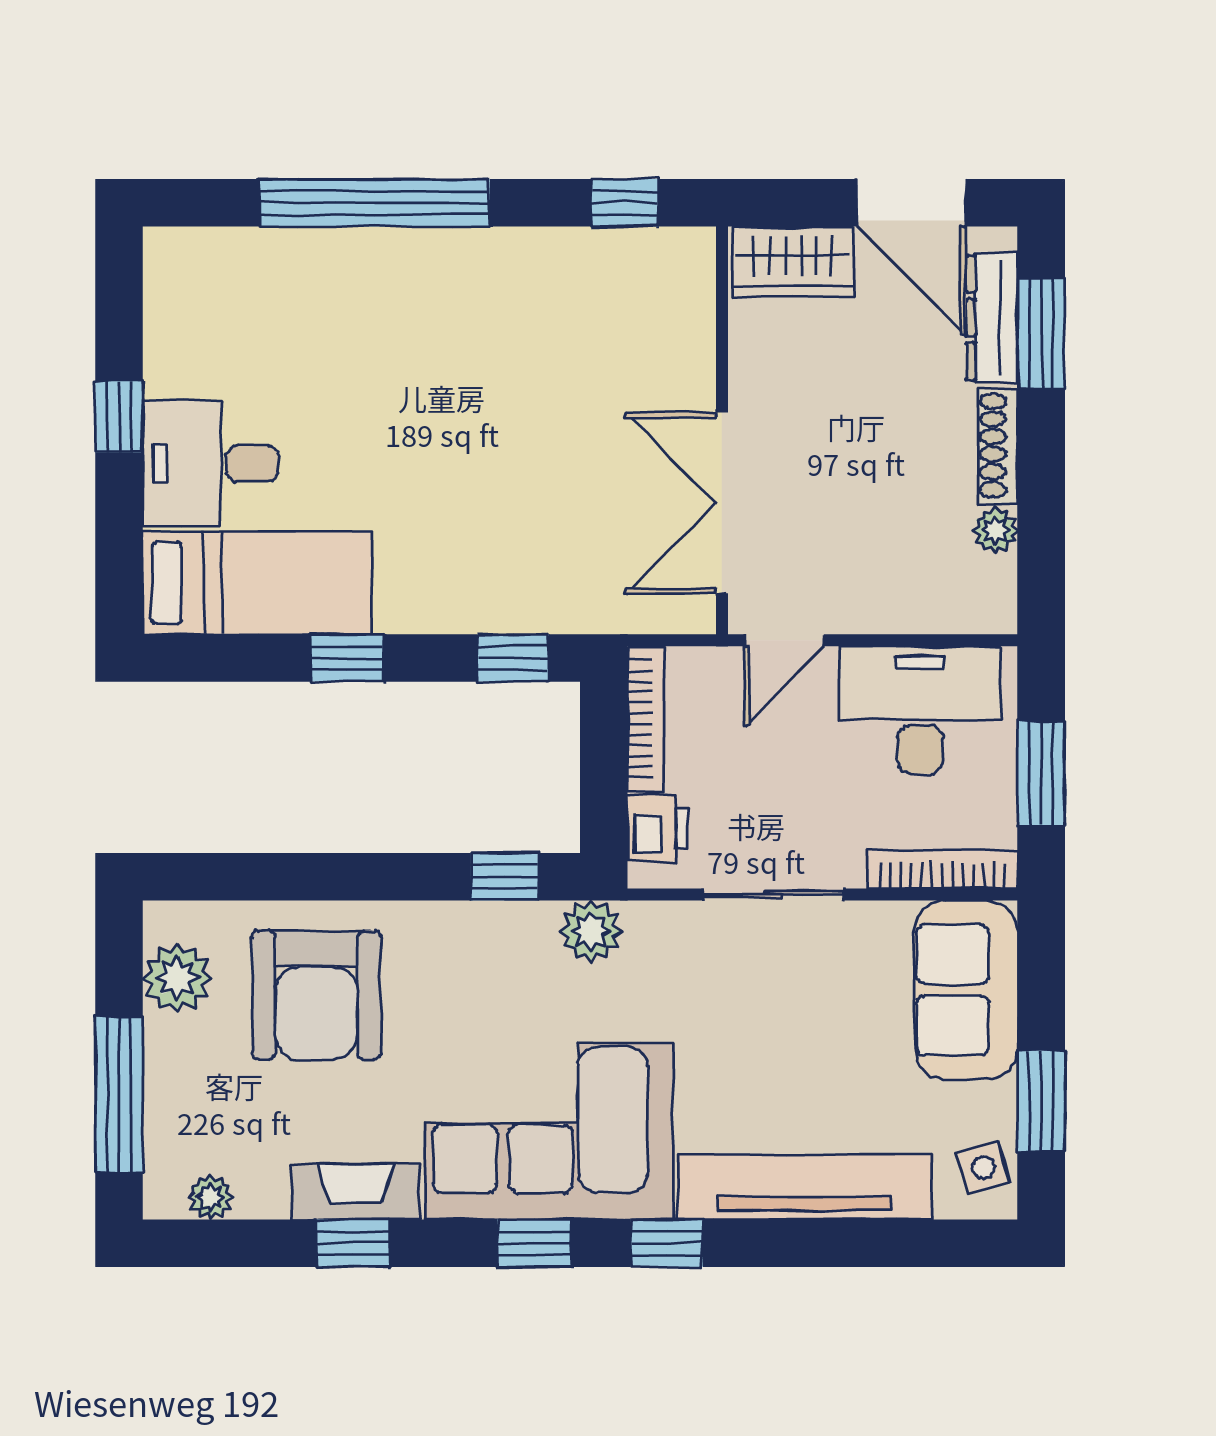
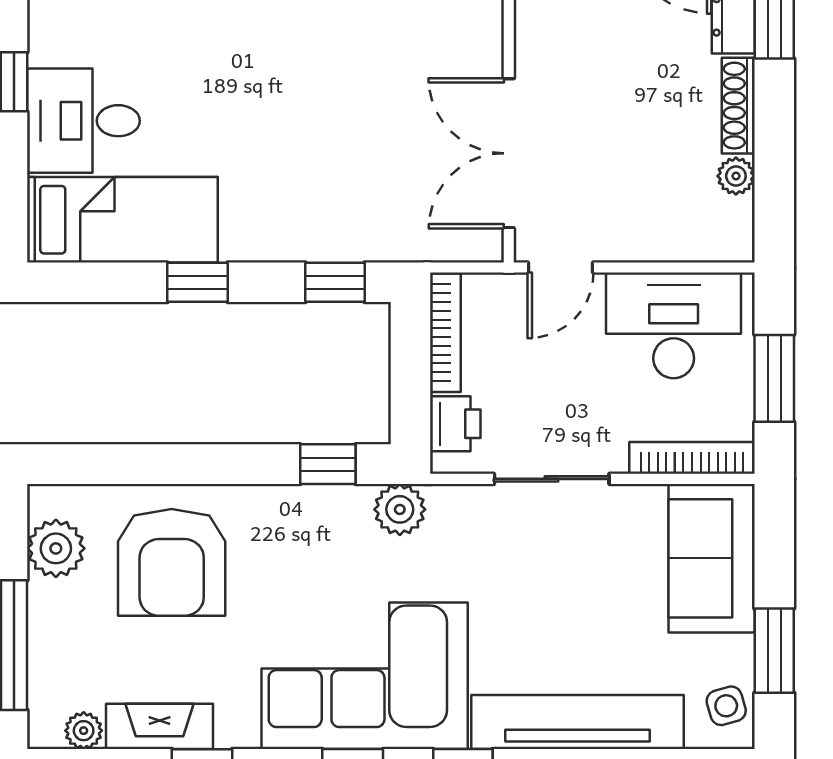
fireplace: (356, 1192) -> (160, 726), moved

